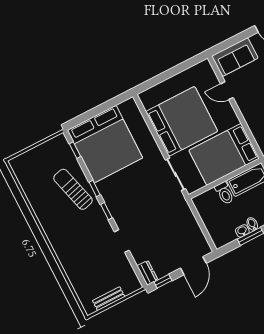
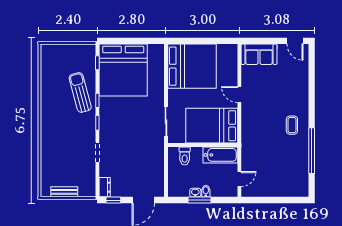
door: (227, 91) -> (239, 95), moved
bed: (182, 121) -> (192, 66), moved
toilet: (224, 193) -> (185, 156), moved

